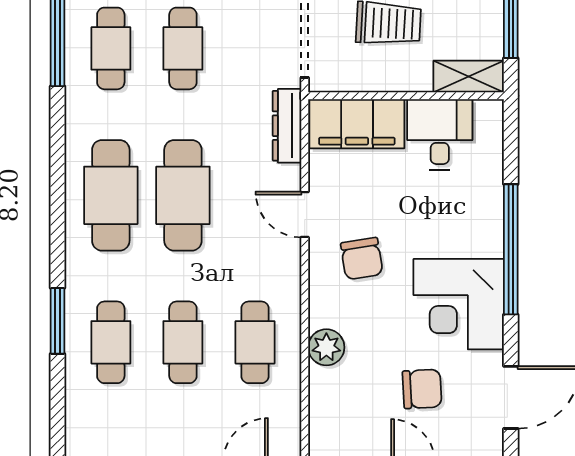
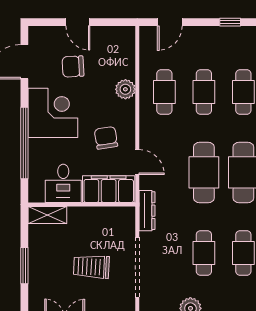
shelving: (469, 76) -> (47, 215), moved
wall: (406, 96) -> (82, 204), moved
filing cabinet: (357, 124) -> (109, 189), moved
desk: (440, 134) -> (63, 183), moved

